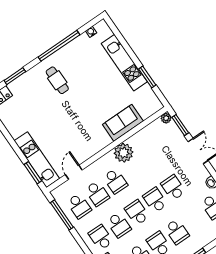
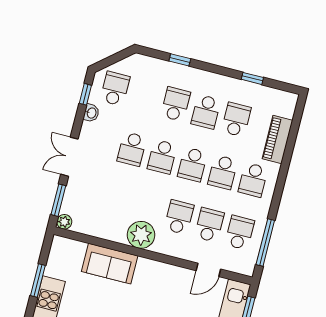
school desk: (119, 225) -> (223, 172), turned 180

